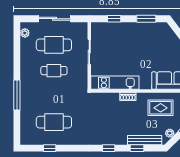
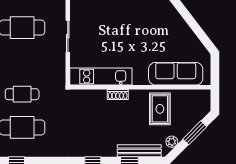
cafe table: (54, 71) -> (22, 94), moved
rug: (161, 108) -> (160, 109), turned 90

